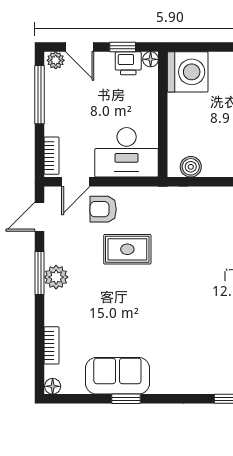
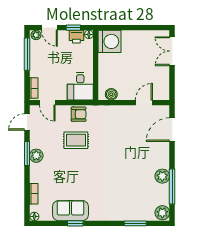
desk: (127, 152) -> (80, 86), width x0.73
door: (76, 182) -> (47, 103), hinge flipped
armchair: (103, 209) -> (79, 114), moved, turned 180

